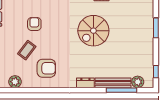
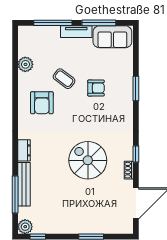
plant: (138, 82) -> (25, 227), moved

